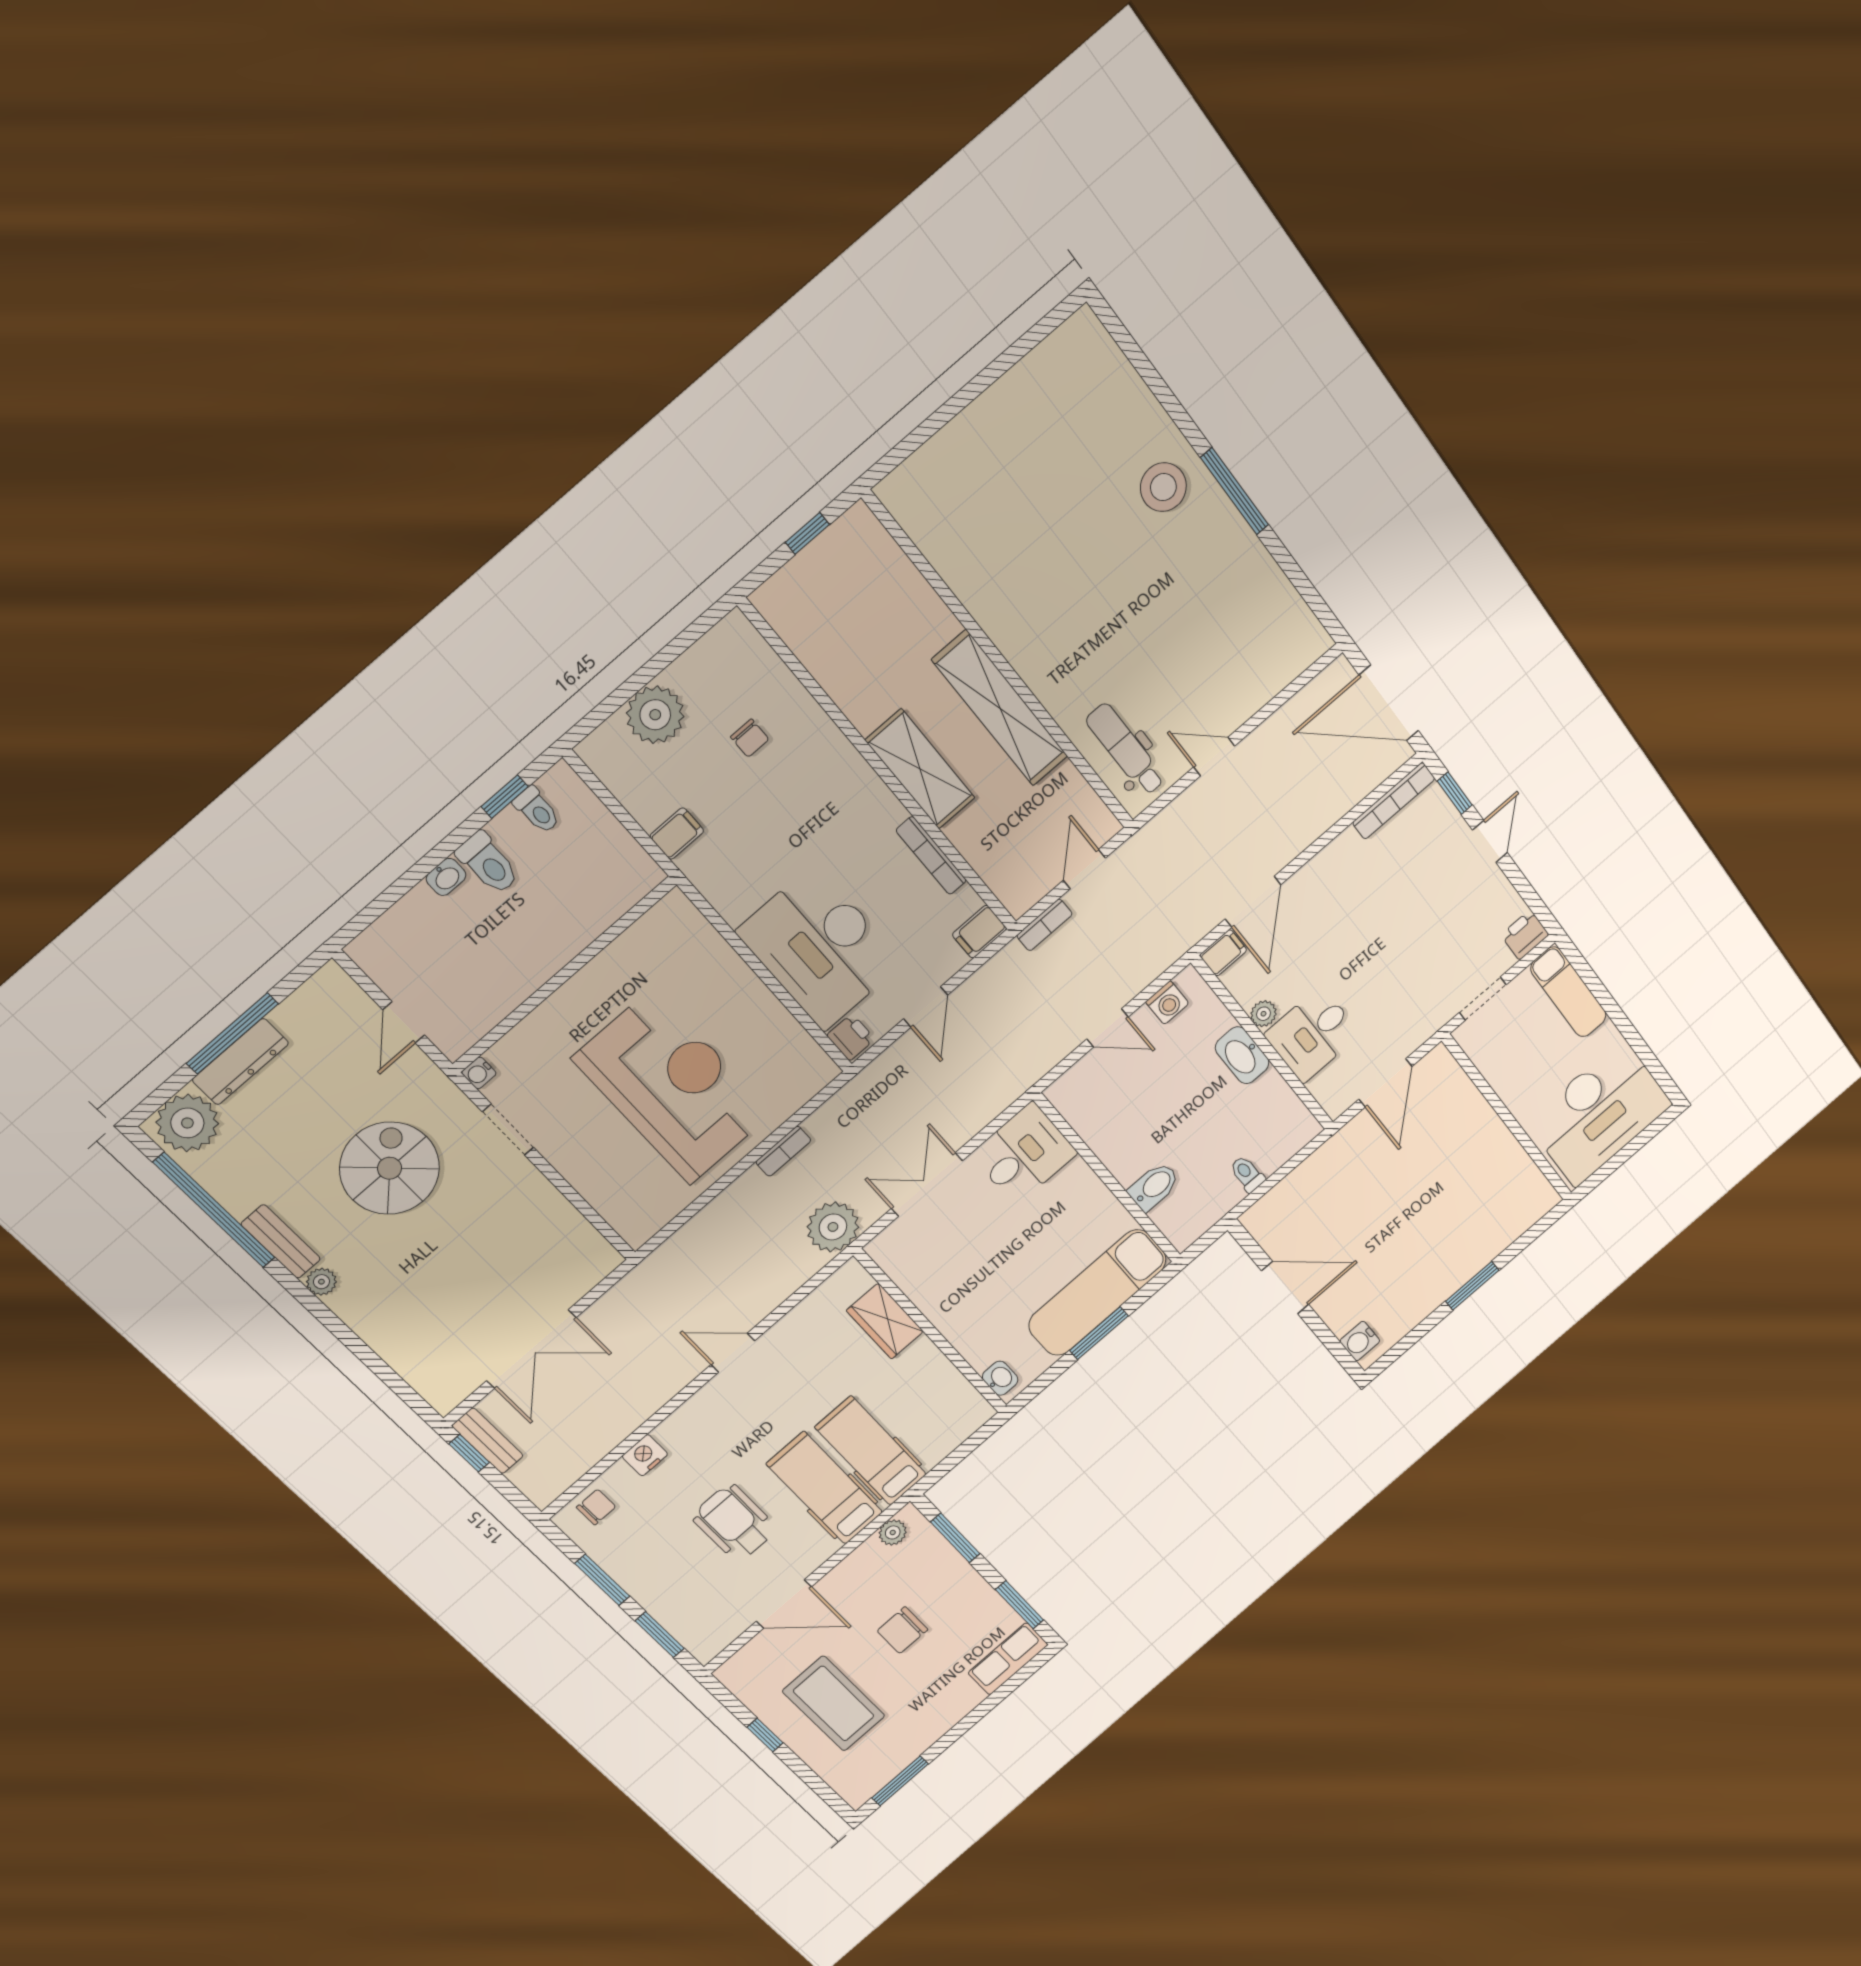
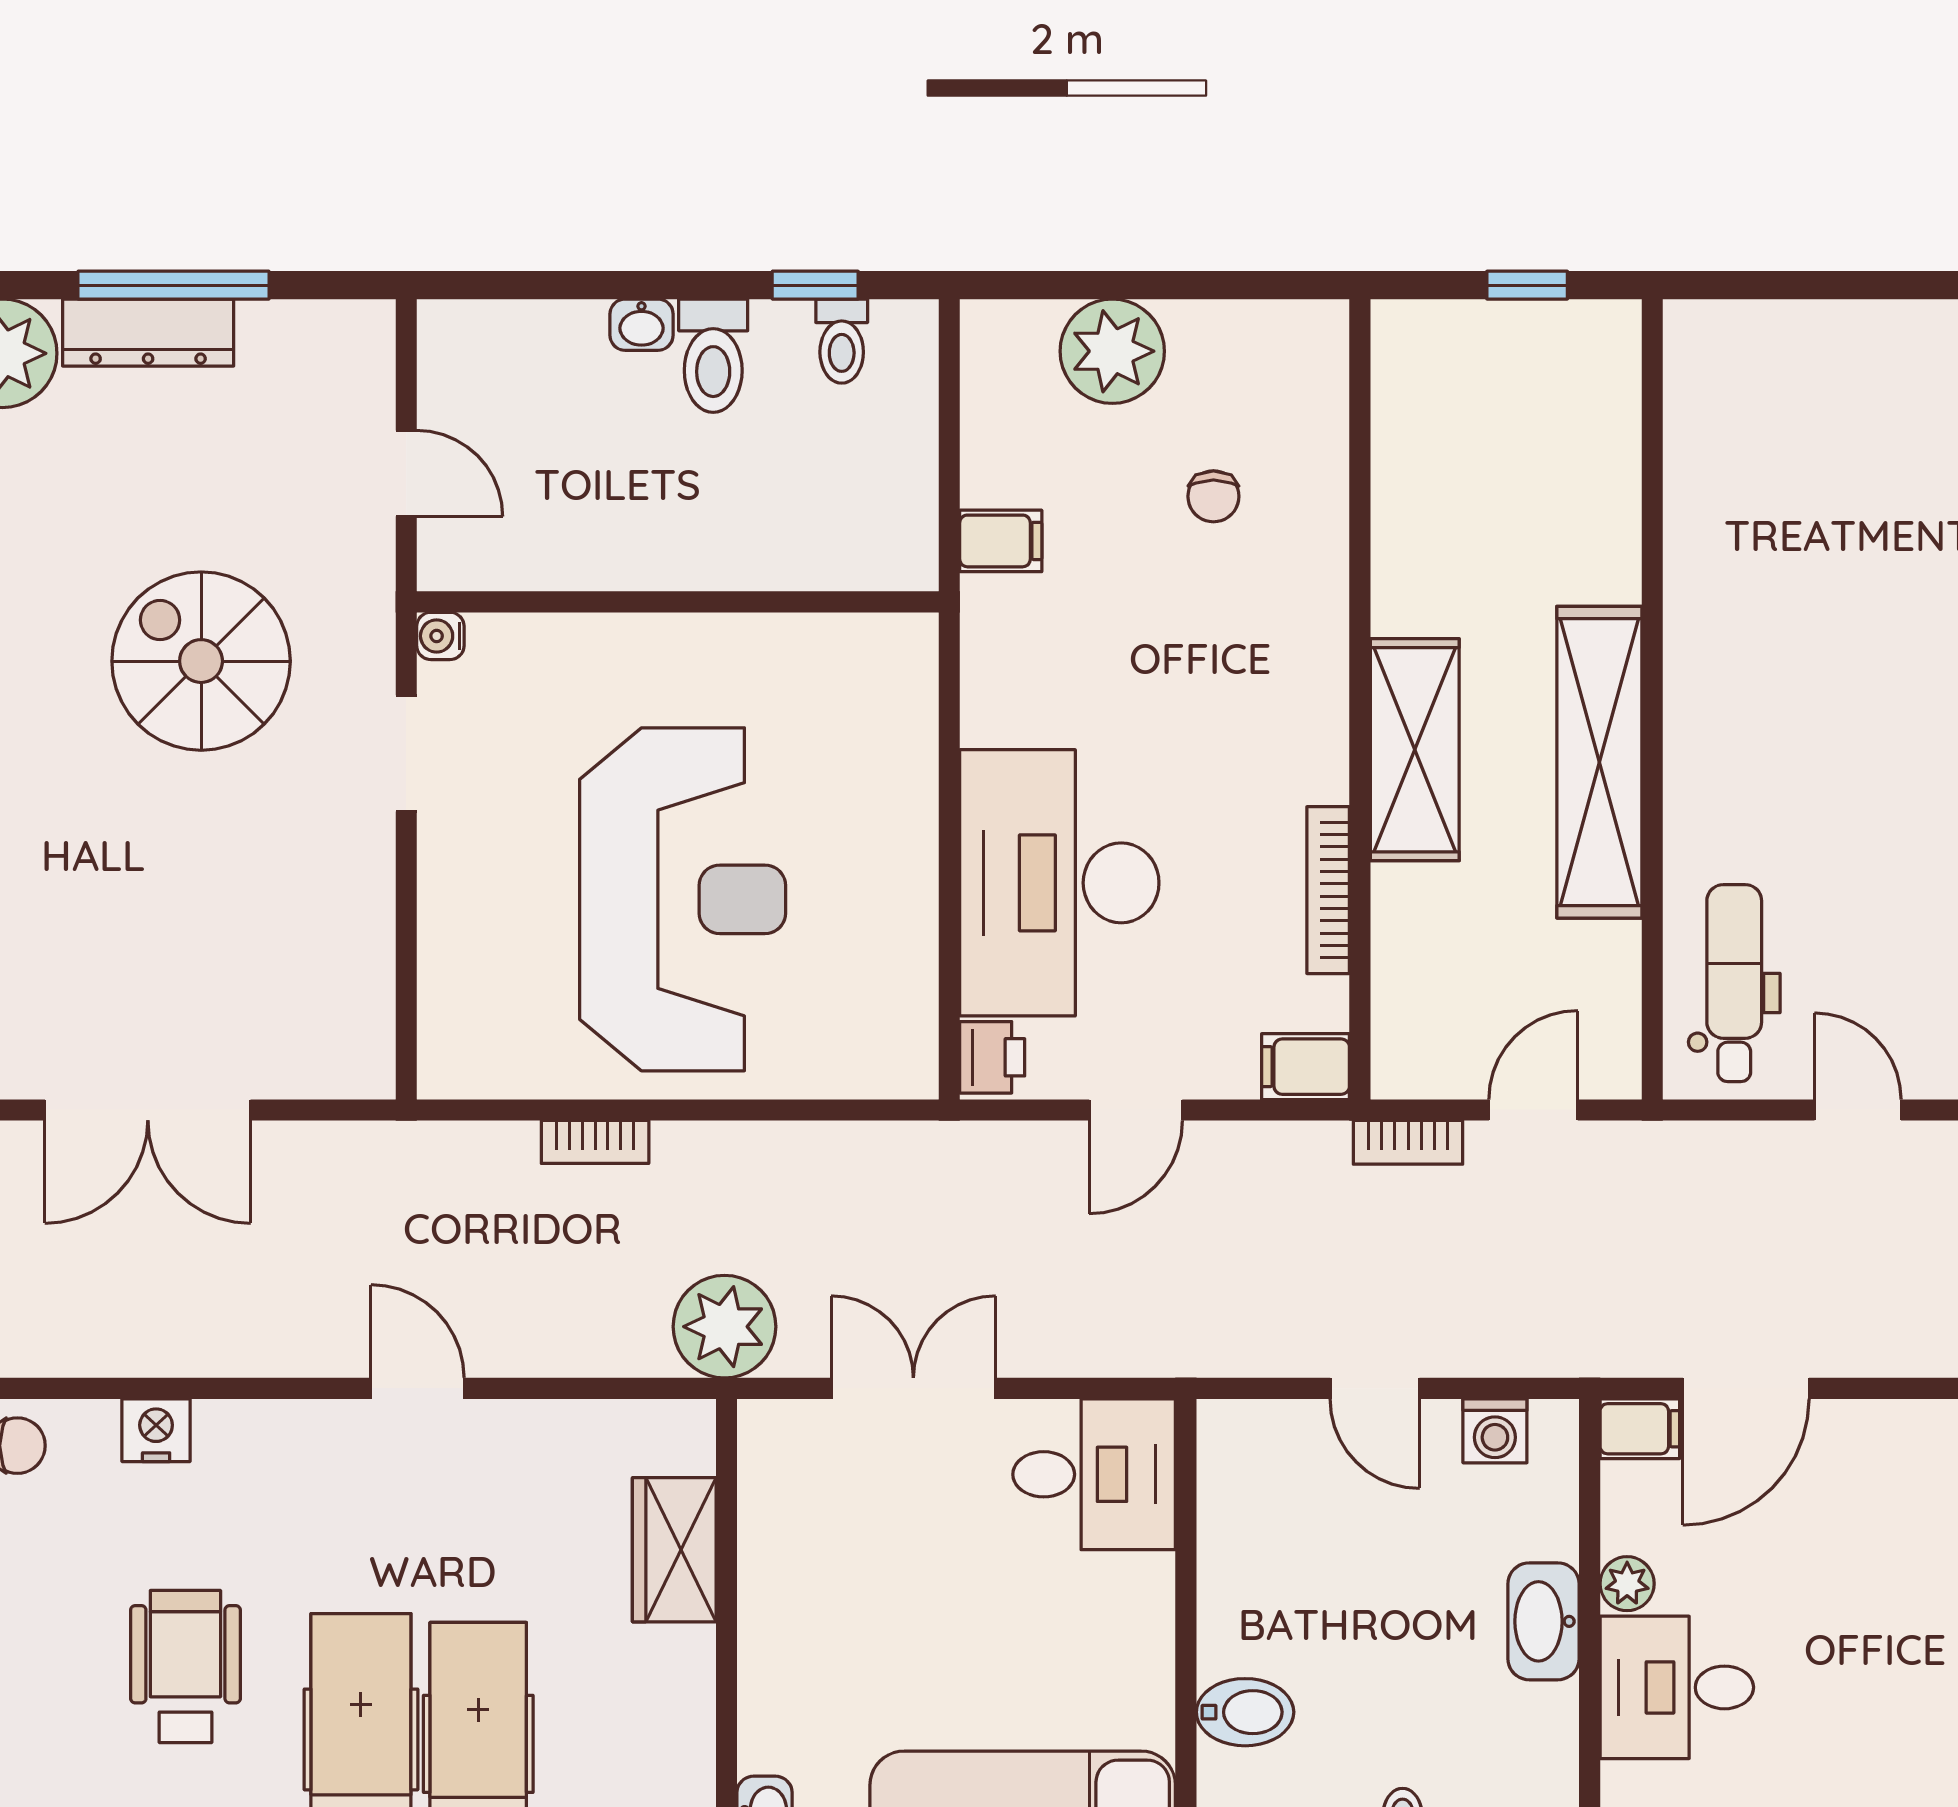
door: (404, 1022) -> (406, 473), swing flipped
bookcase: (783, 1151) -> (595, 1142), moved
spiral stairs: (390, 1168) -> (201, 661), turned -90

